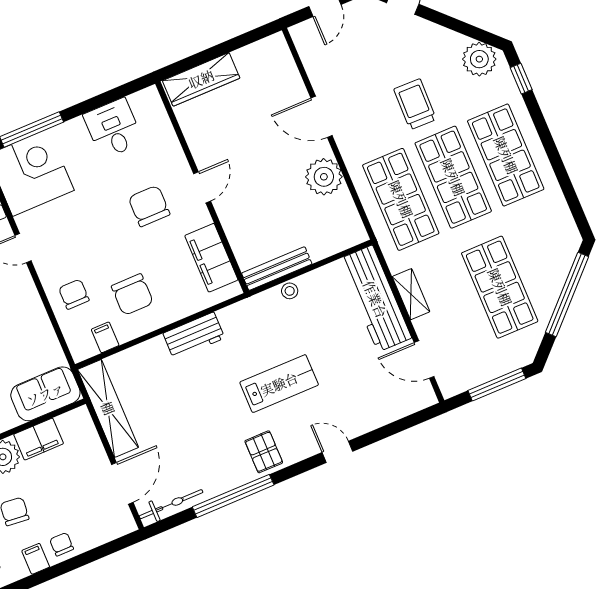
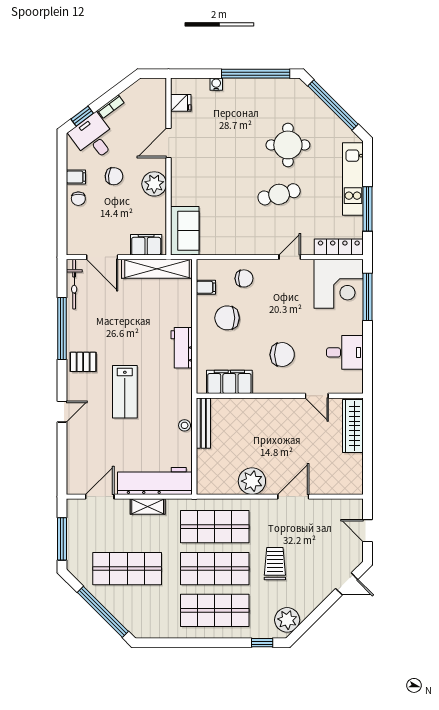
trolley: (415, 104) -> (275, 564), turned -91
door: (202, 187) -> (317, 396), moved
filing cabinet: (39, 439) -> (146, 245), moved, turned 90
chair: (62, 544) -> (78, 199), turned 90

